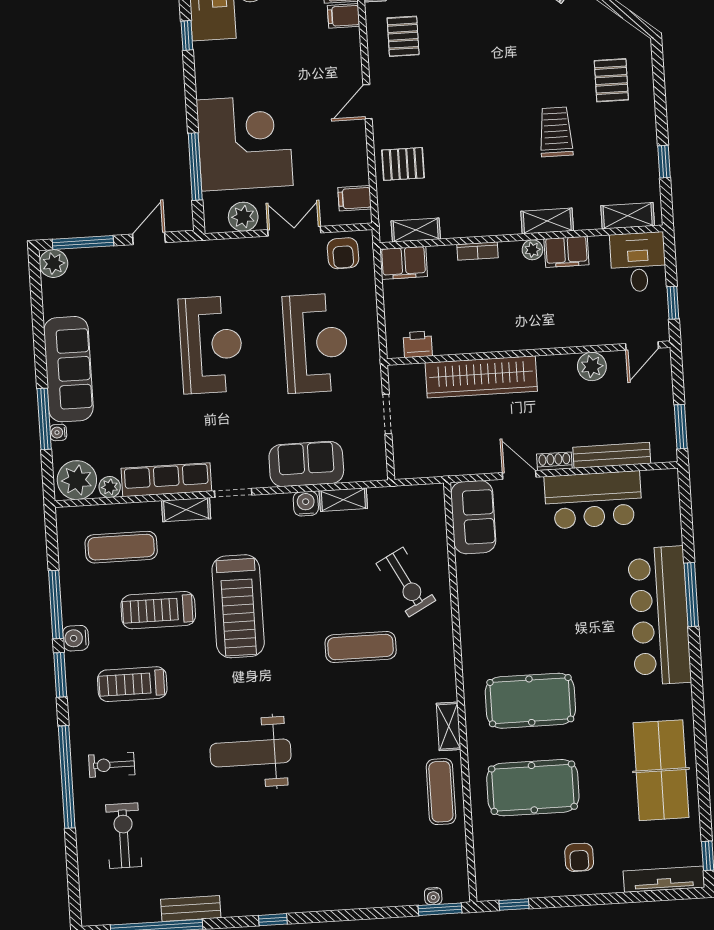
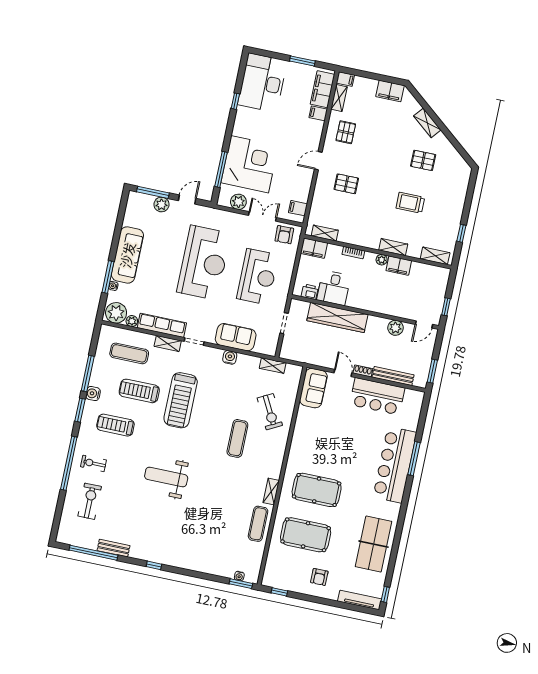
pallet: (611, 80) -> (423, 160), moved, turned 90
trolley: (556, 132) -> (410, 203), turned -90
pallet: (403, 164) -> (346, 184), moved
desk: (638, 262) -> (334, 288), moved, turned 180
plant: (54, 264) -> (161, 204), moved
reception desk: (211, 345) -> (204, 263), width x1.36, depth x1.30
shelving: (343, 500) -> (273, 366), moved
exercise mat: (361, 647) -> (237, 438), turned 90

